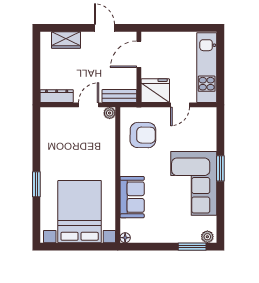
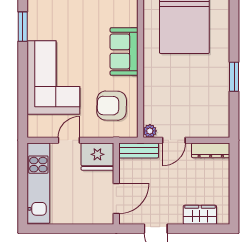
window: (220, 168) -> (23, 27), moved
corner sofa: (194, 183) -> (53, 77), moved
window: (36, 184) -> (234, 77), moved
sofa: (132, 197) -> (124, 51), moved

